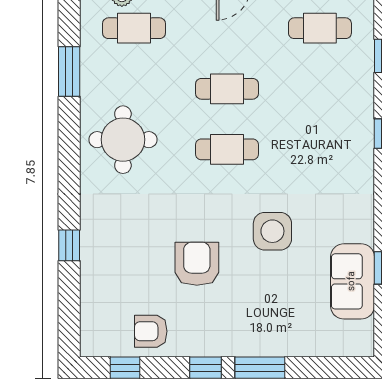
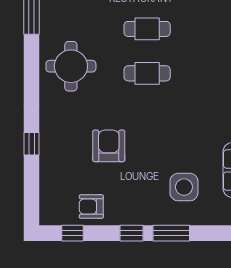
side table: (272, 231) -> (184, 187), moved
armchair: (197, 264) -> (109, 146), moved

